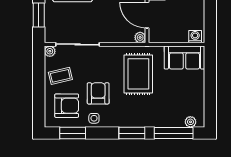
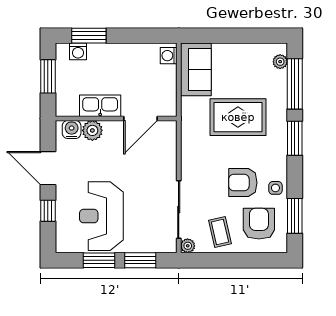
plant: (140, 37) -> (170, 128), removed
rug: (138, 74) -> (238, 117), moved

